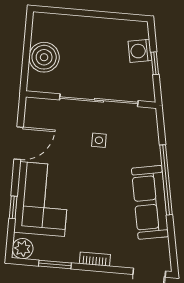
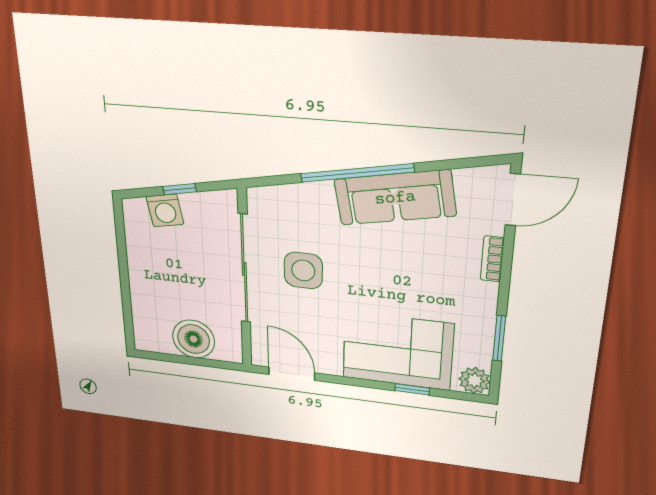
side table: (99, 140) -> (303, 270), width x1.87, depth x1.87
door: (19, 143) -> (292, 374), moved
bookcase: (95, 259) -> (492, 259), moved

